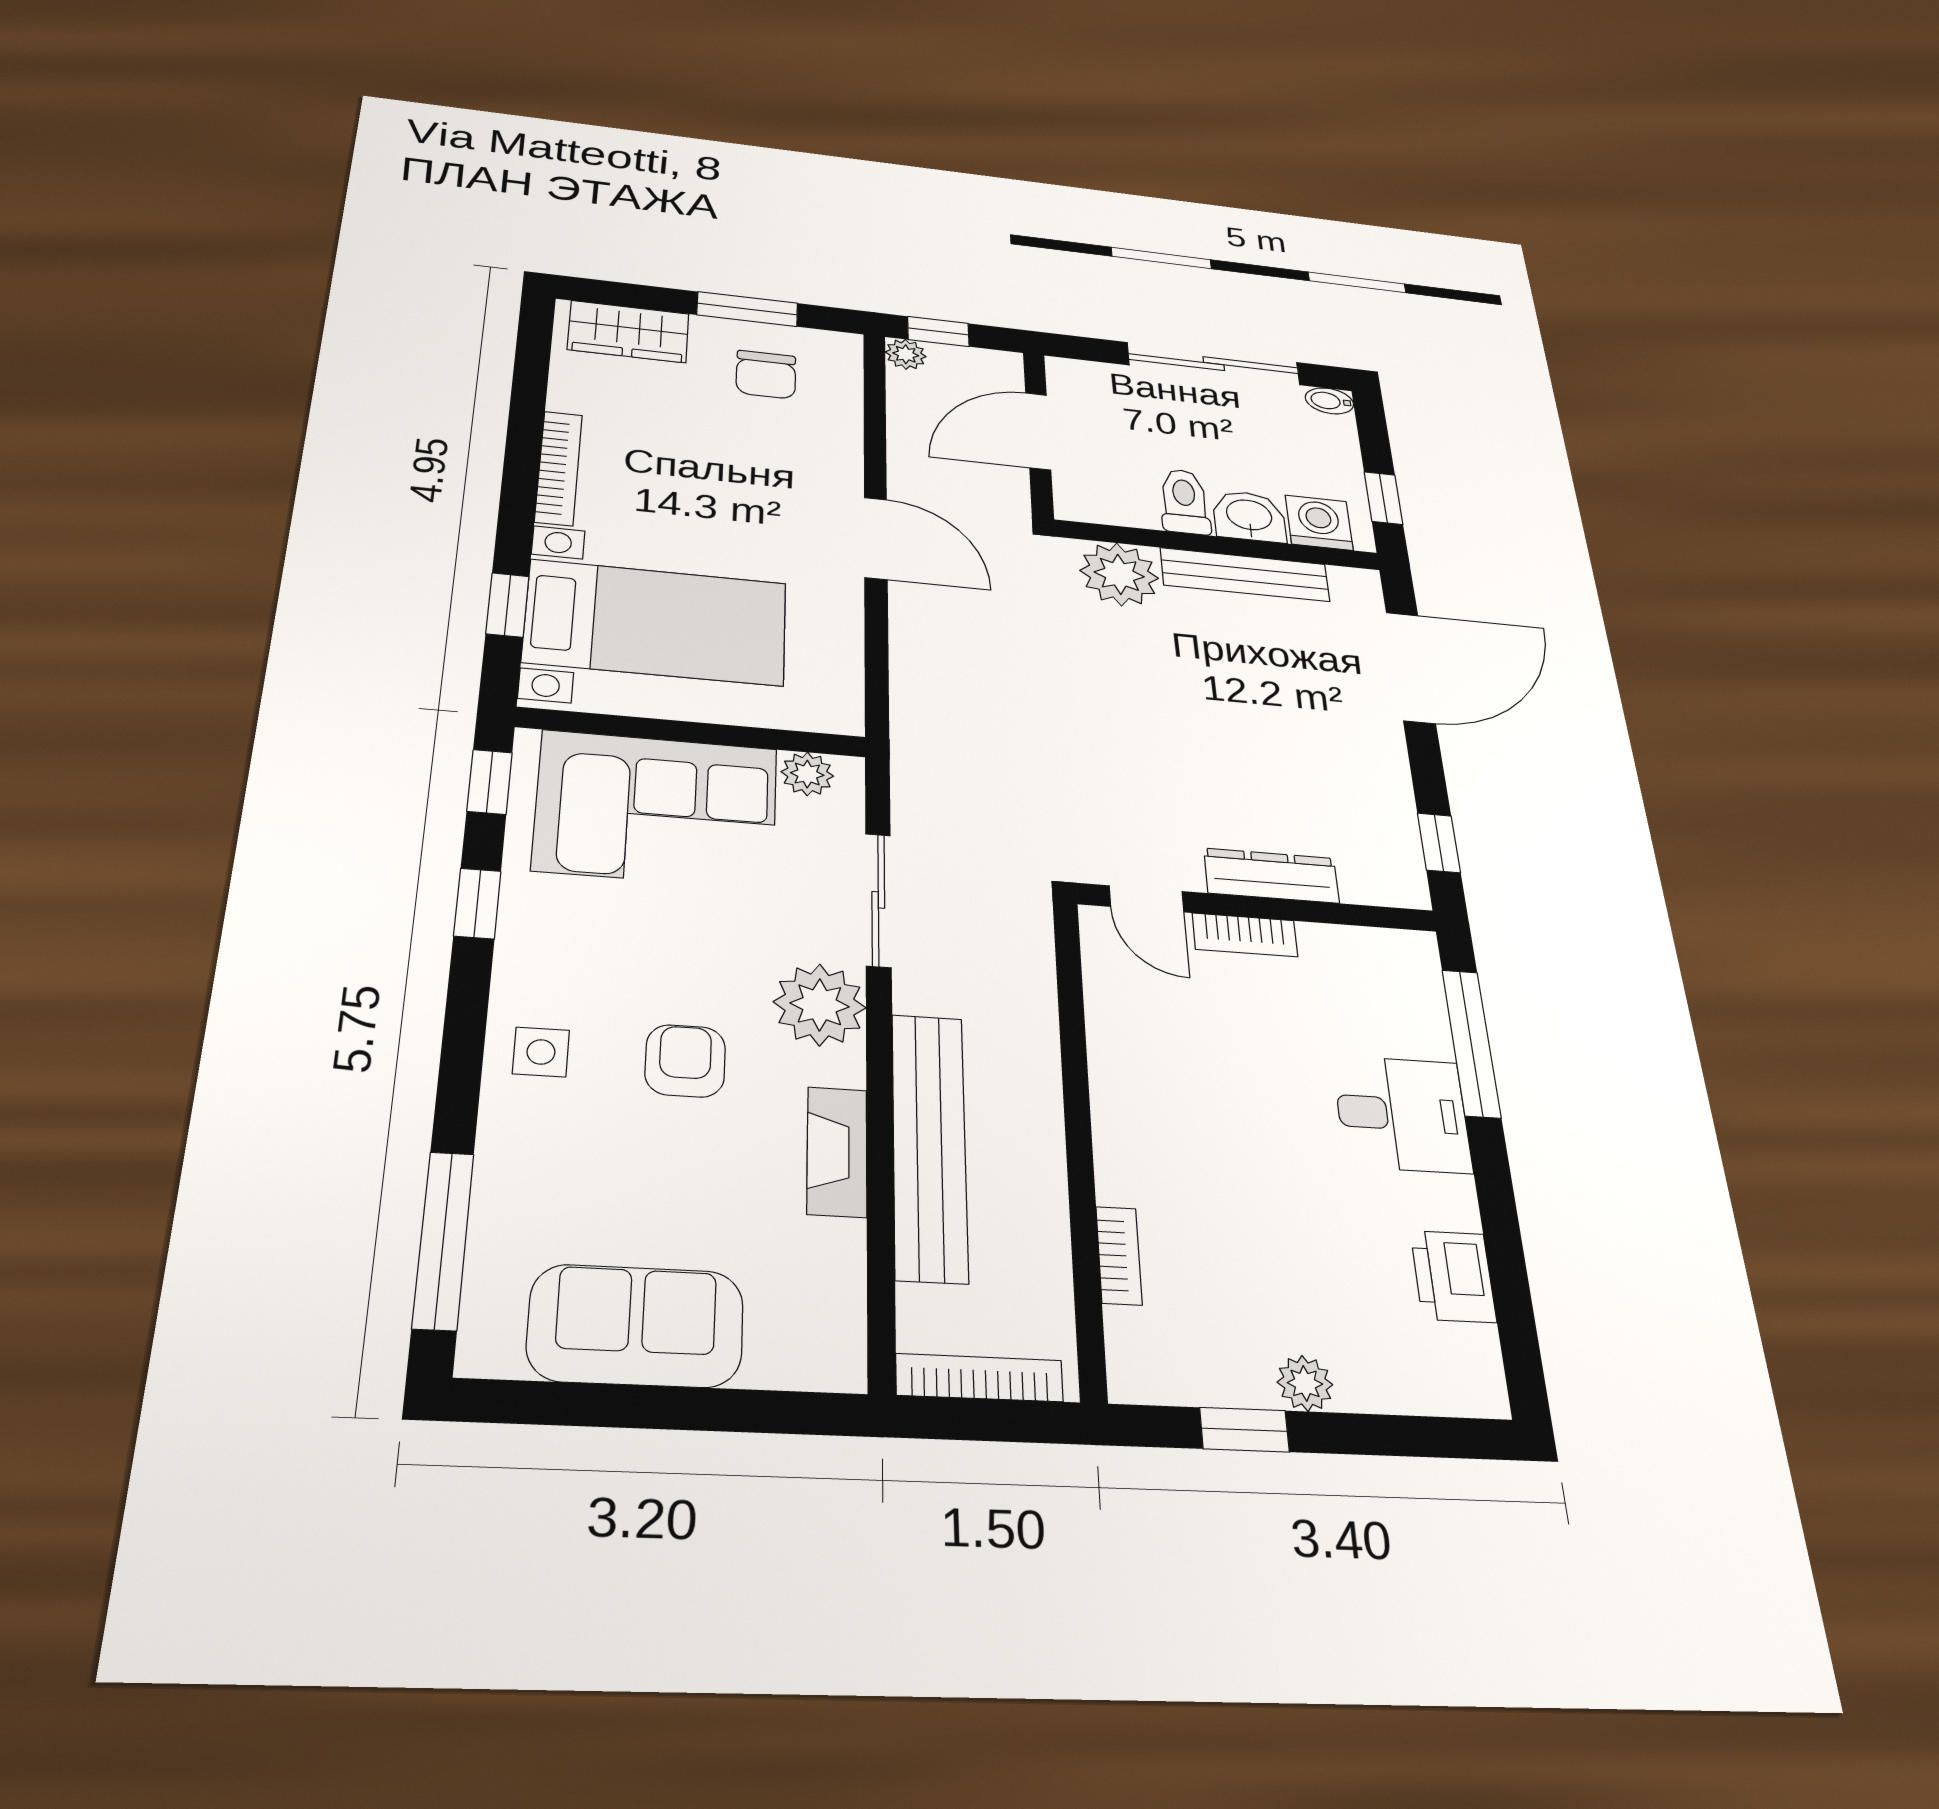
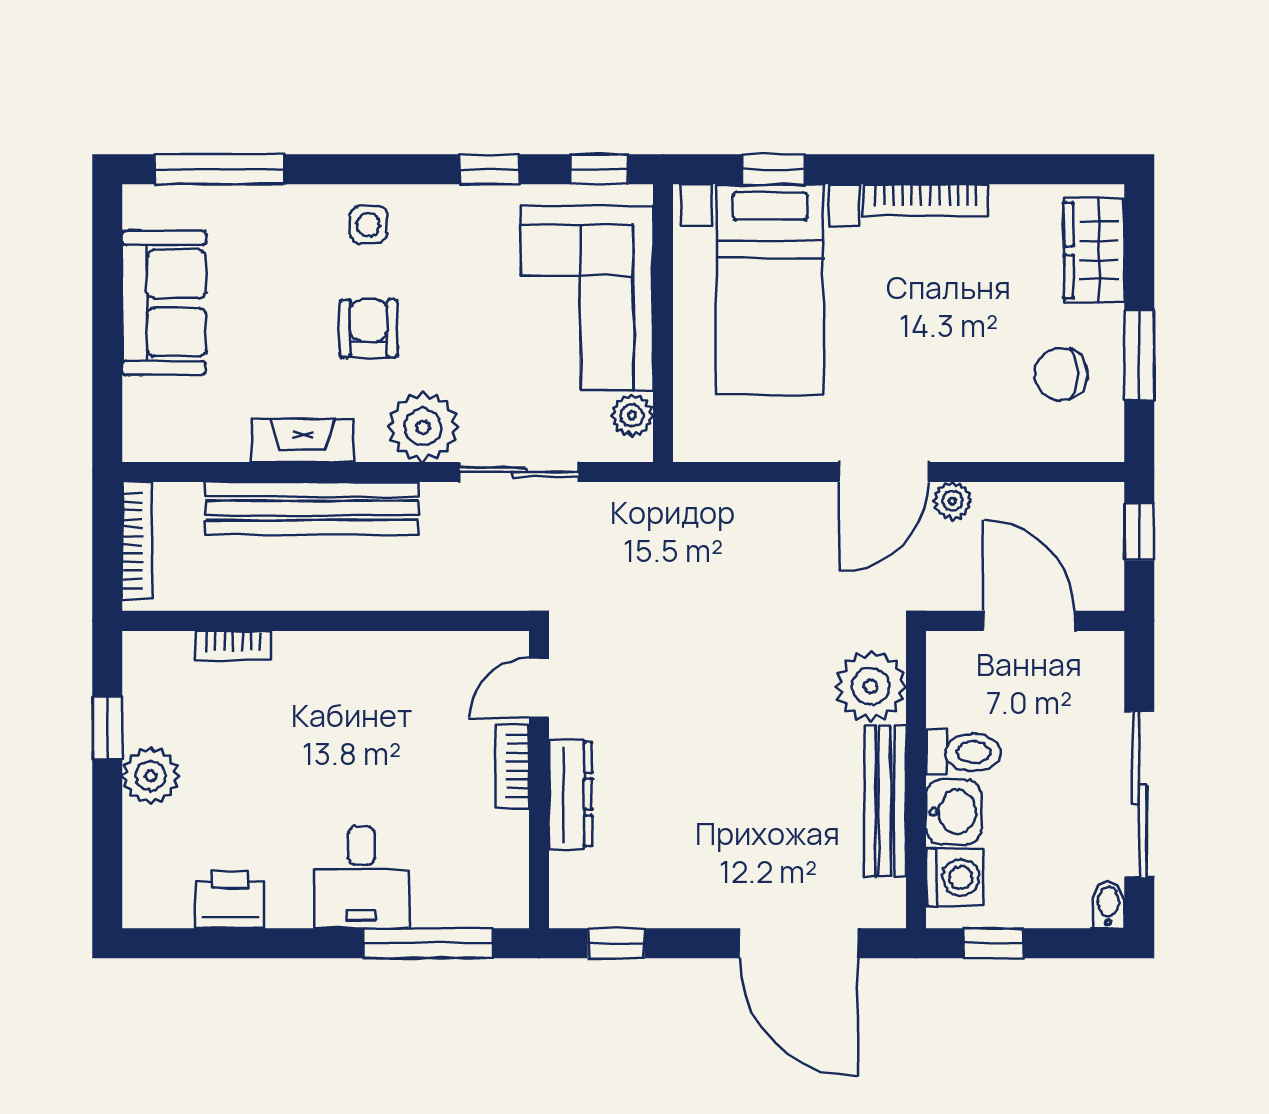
plant: (906, 354) -> (952, 501), moved
armchair: (685, 1061) -> (369, 329), turned -90
plant: (1305, 1383) -> (151, 776), width x1.38, depth x1.38

